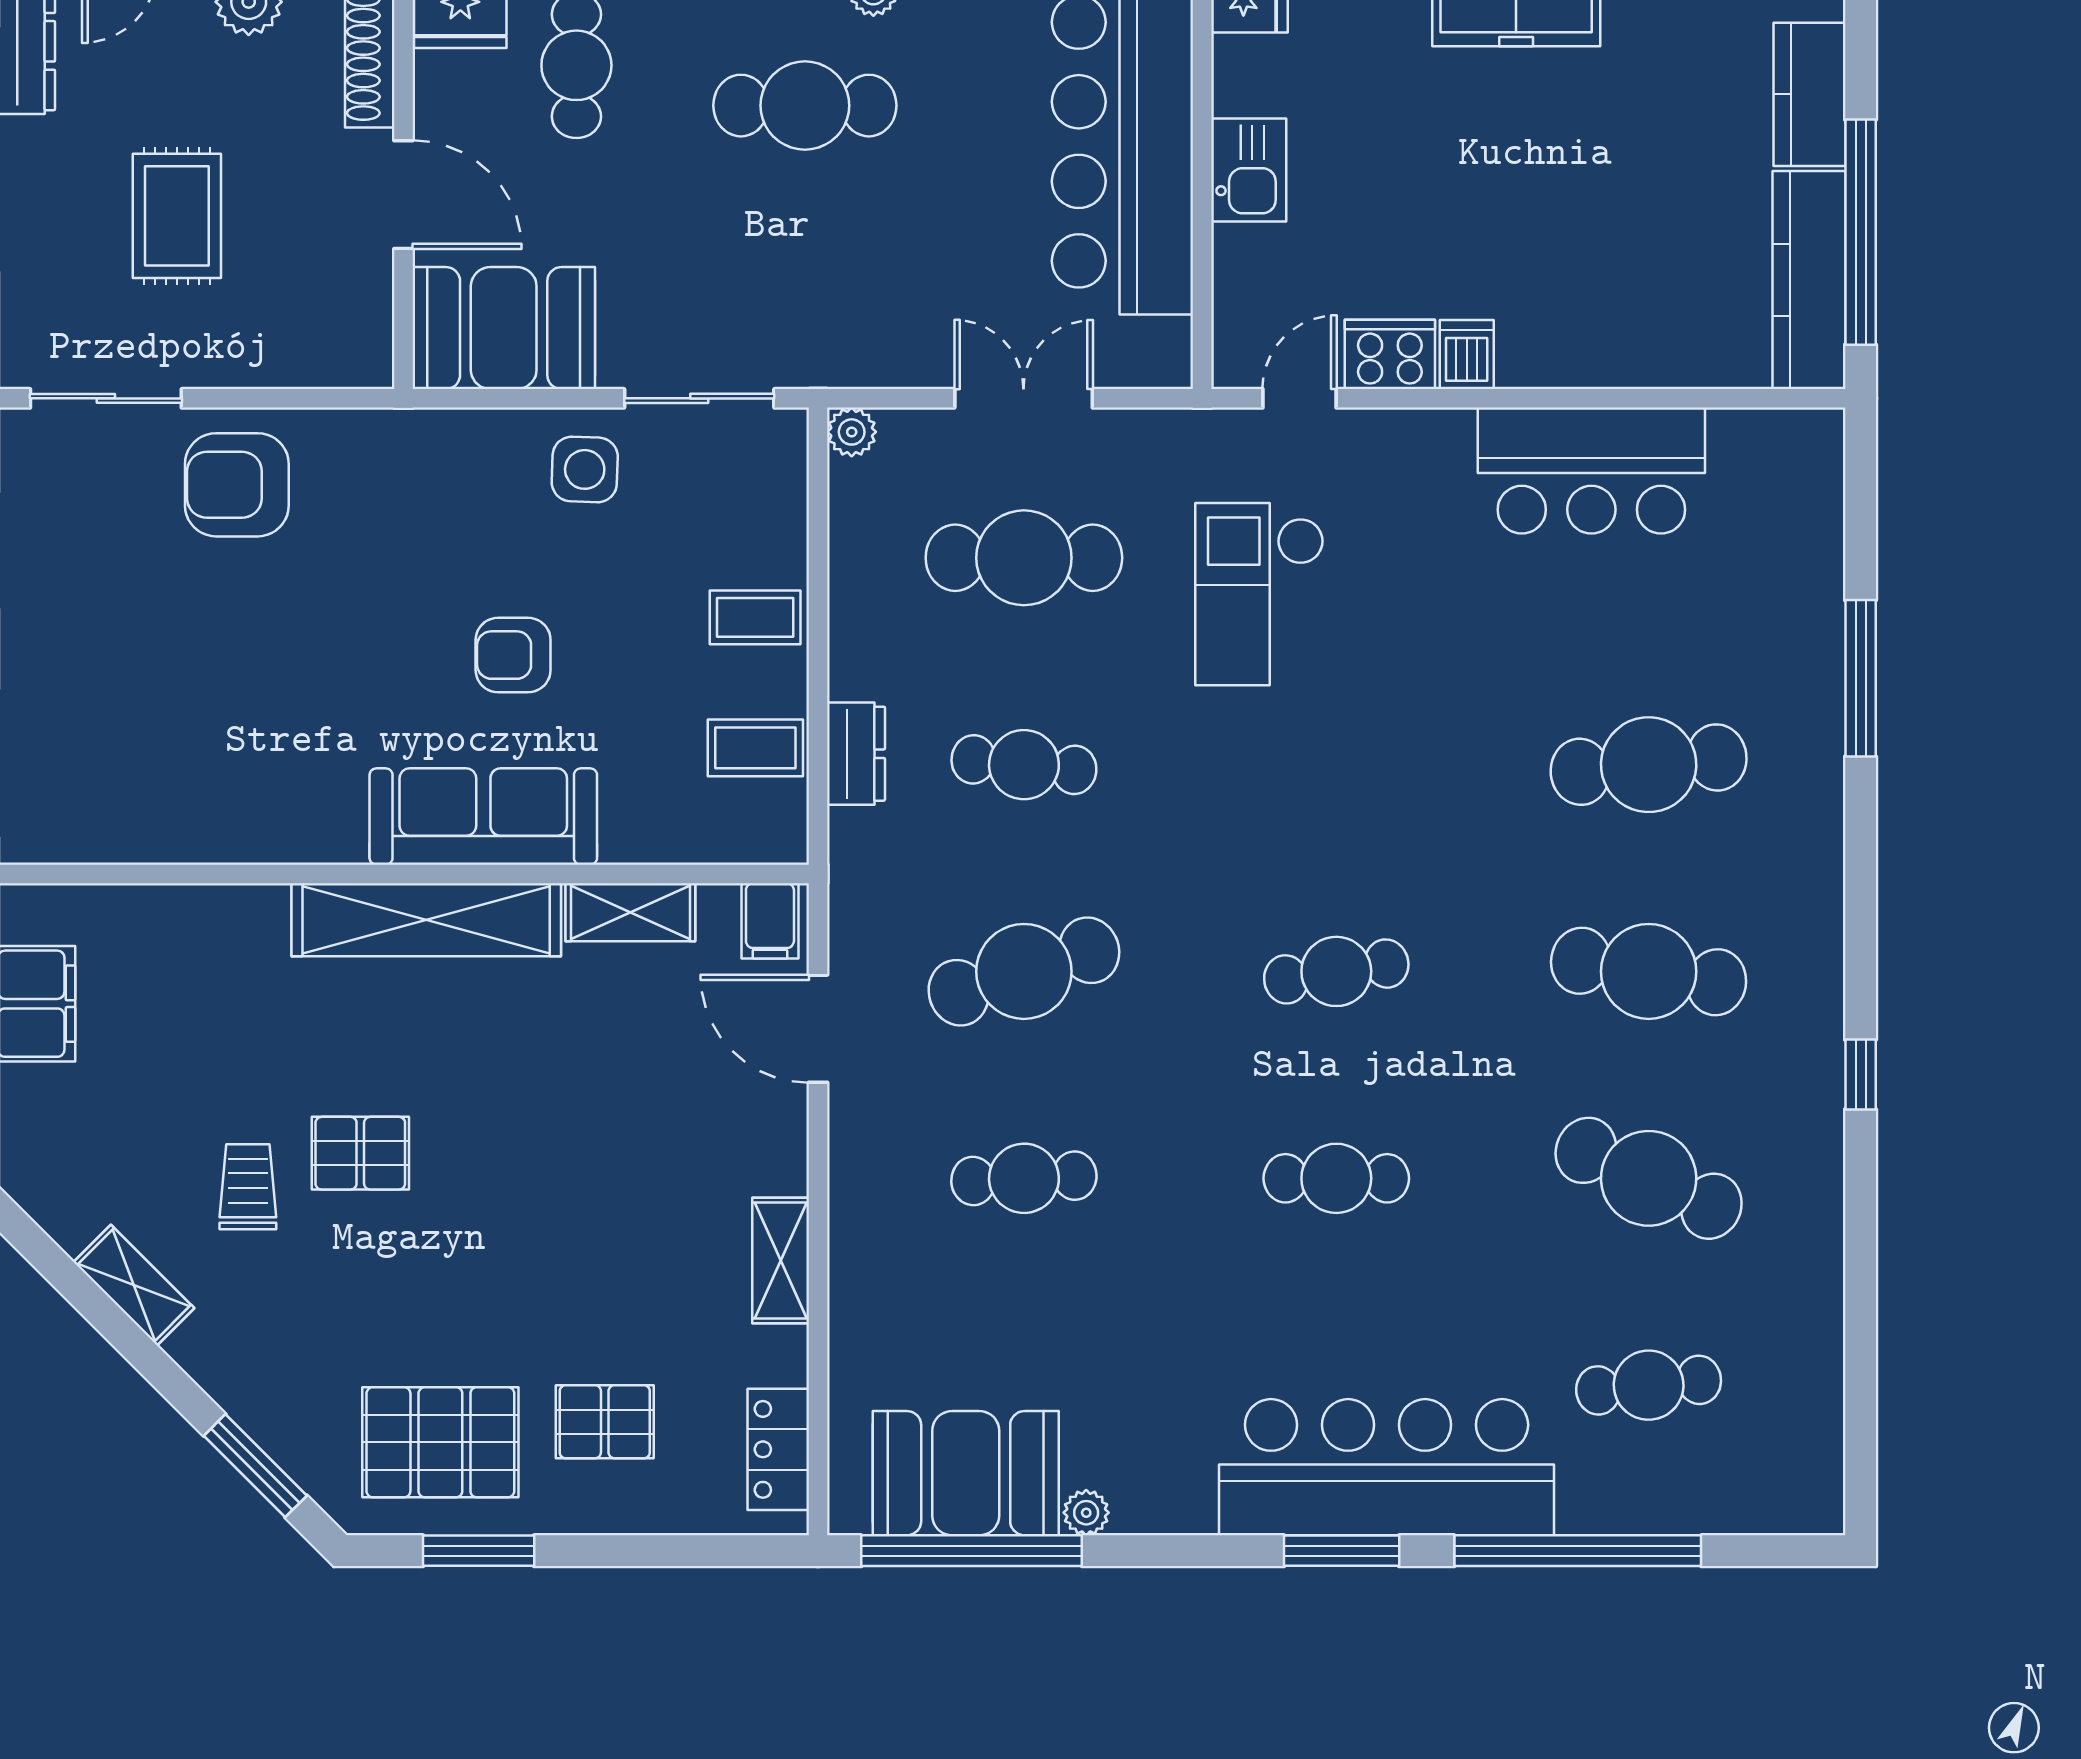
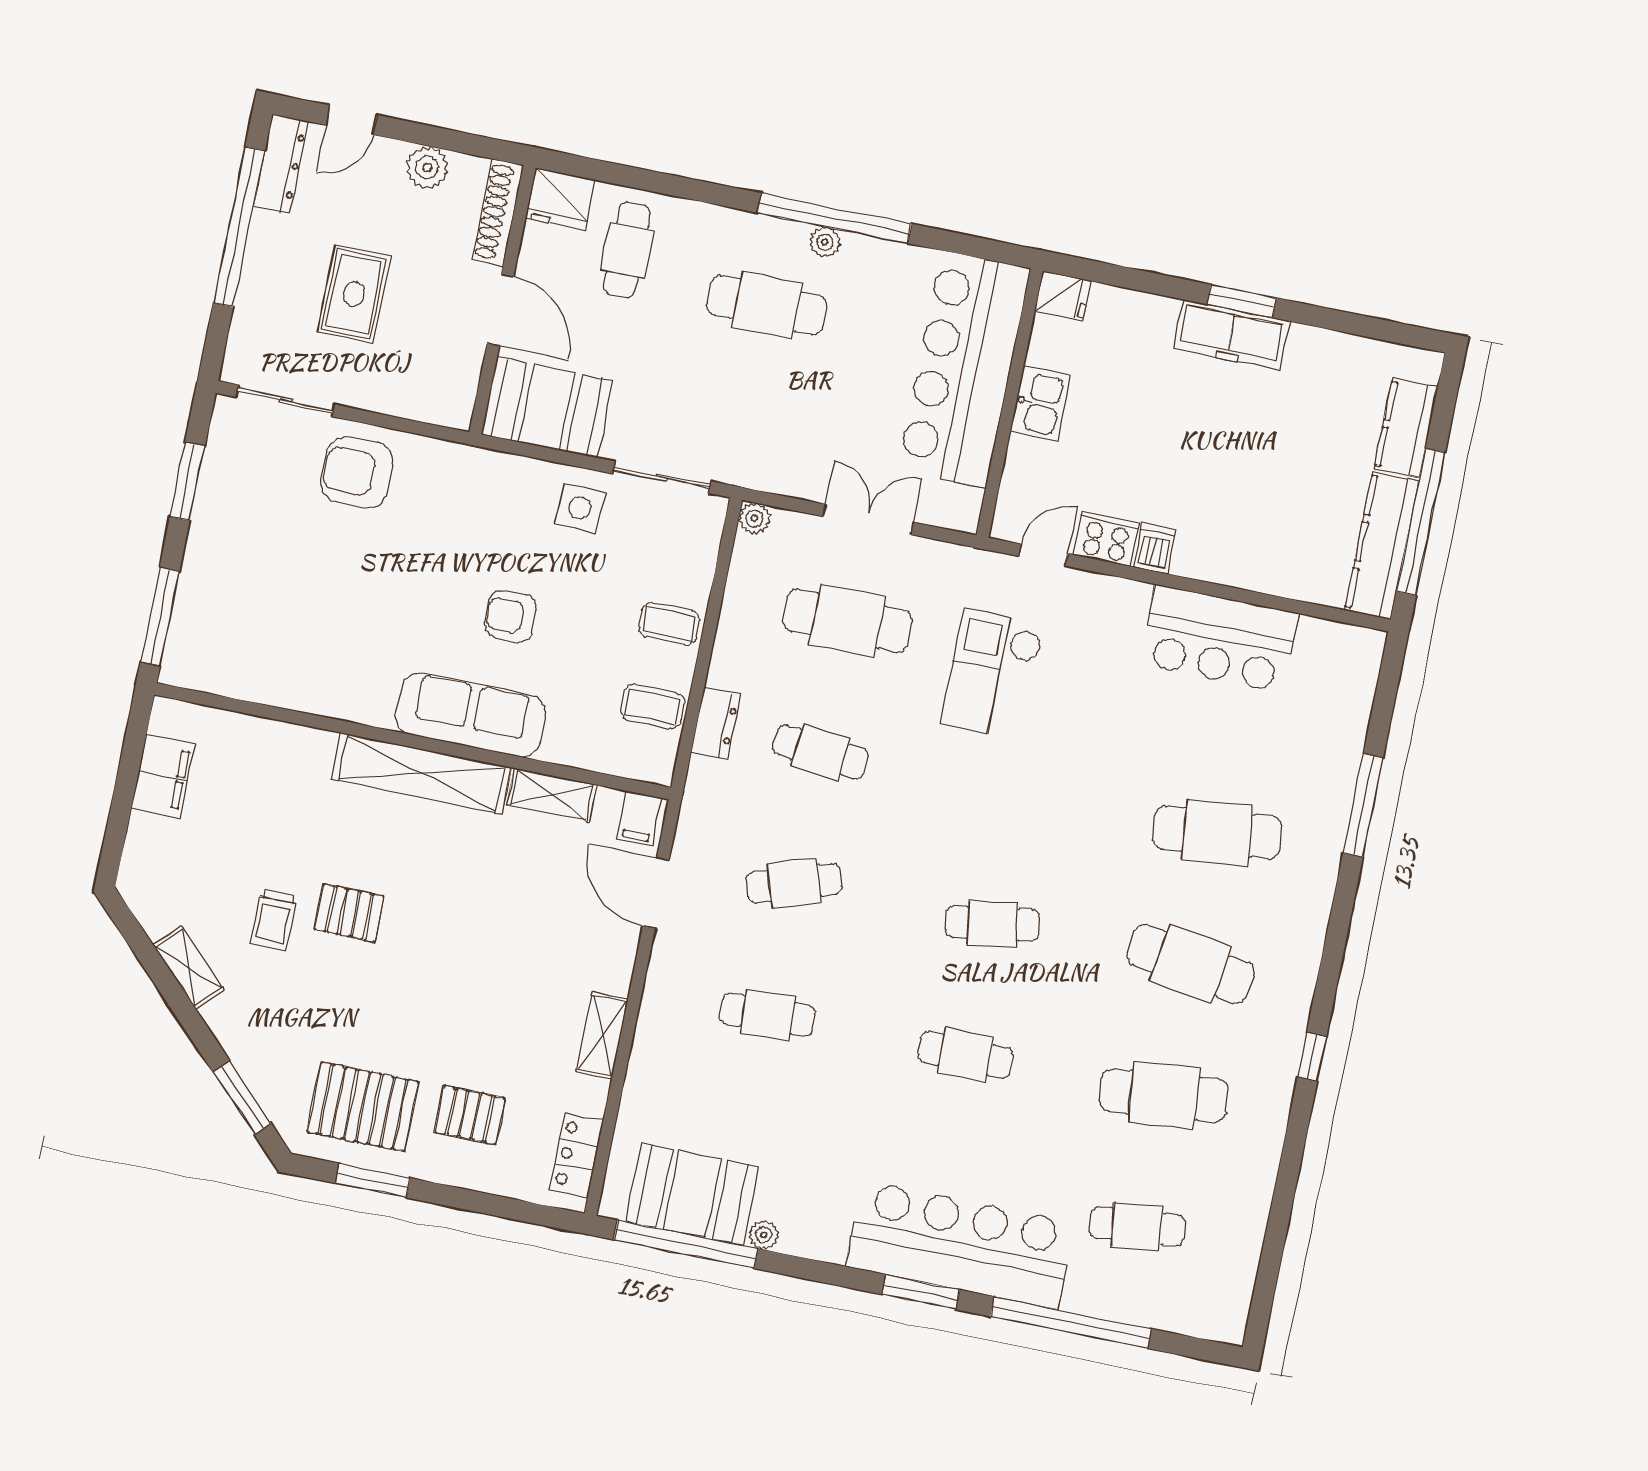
cafe table: (1024, 971) -> (794, 883), width x0.73, depth x0.74
cafe table: (1649, 1178) -> (1164, 1095), turned -30
trolley: (248, 1187) -> (273, 920), turned 180

